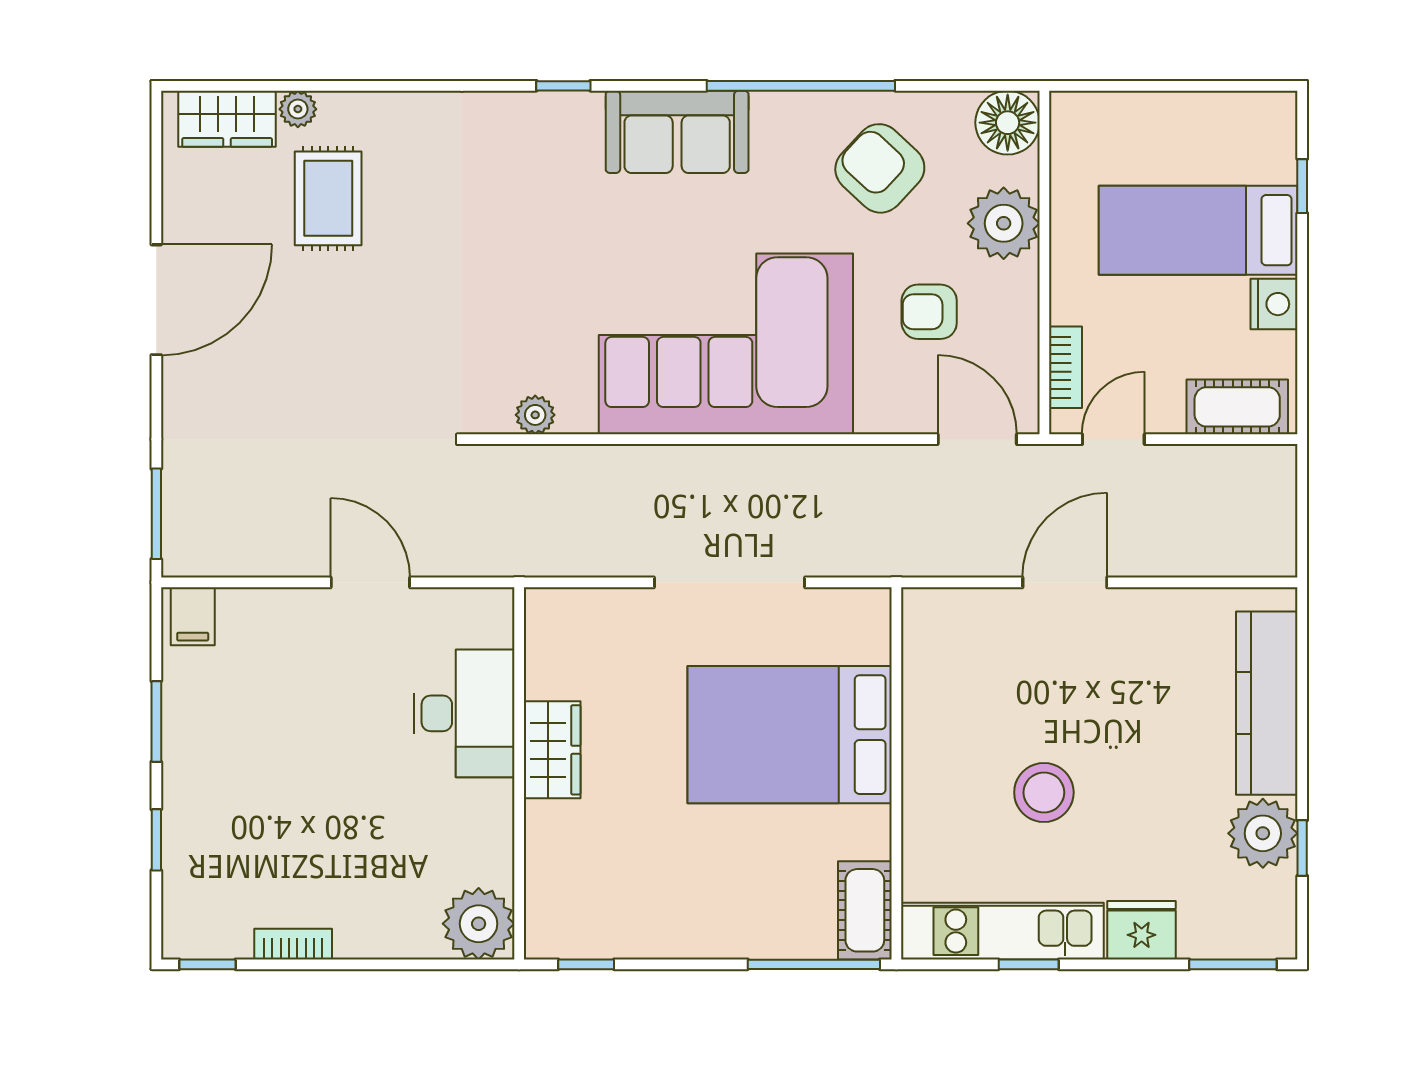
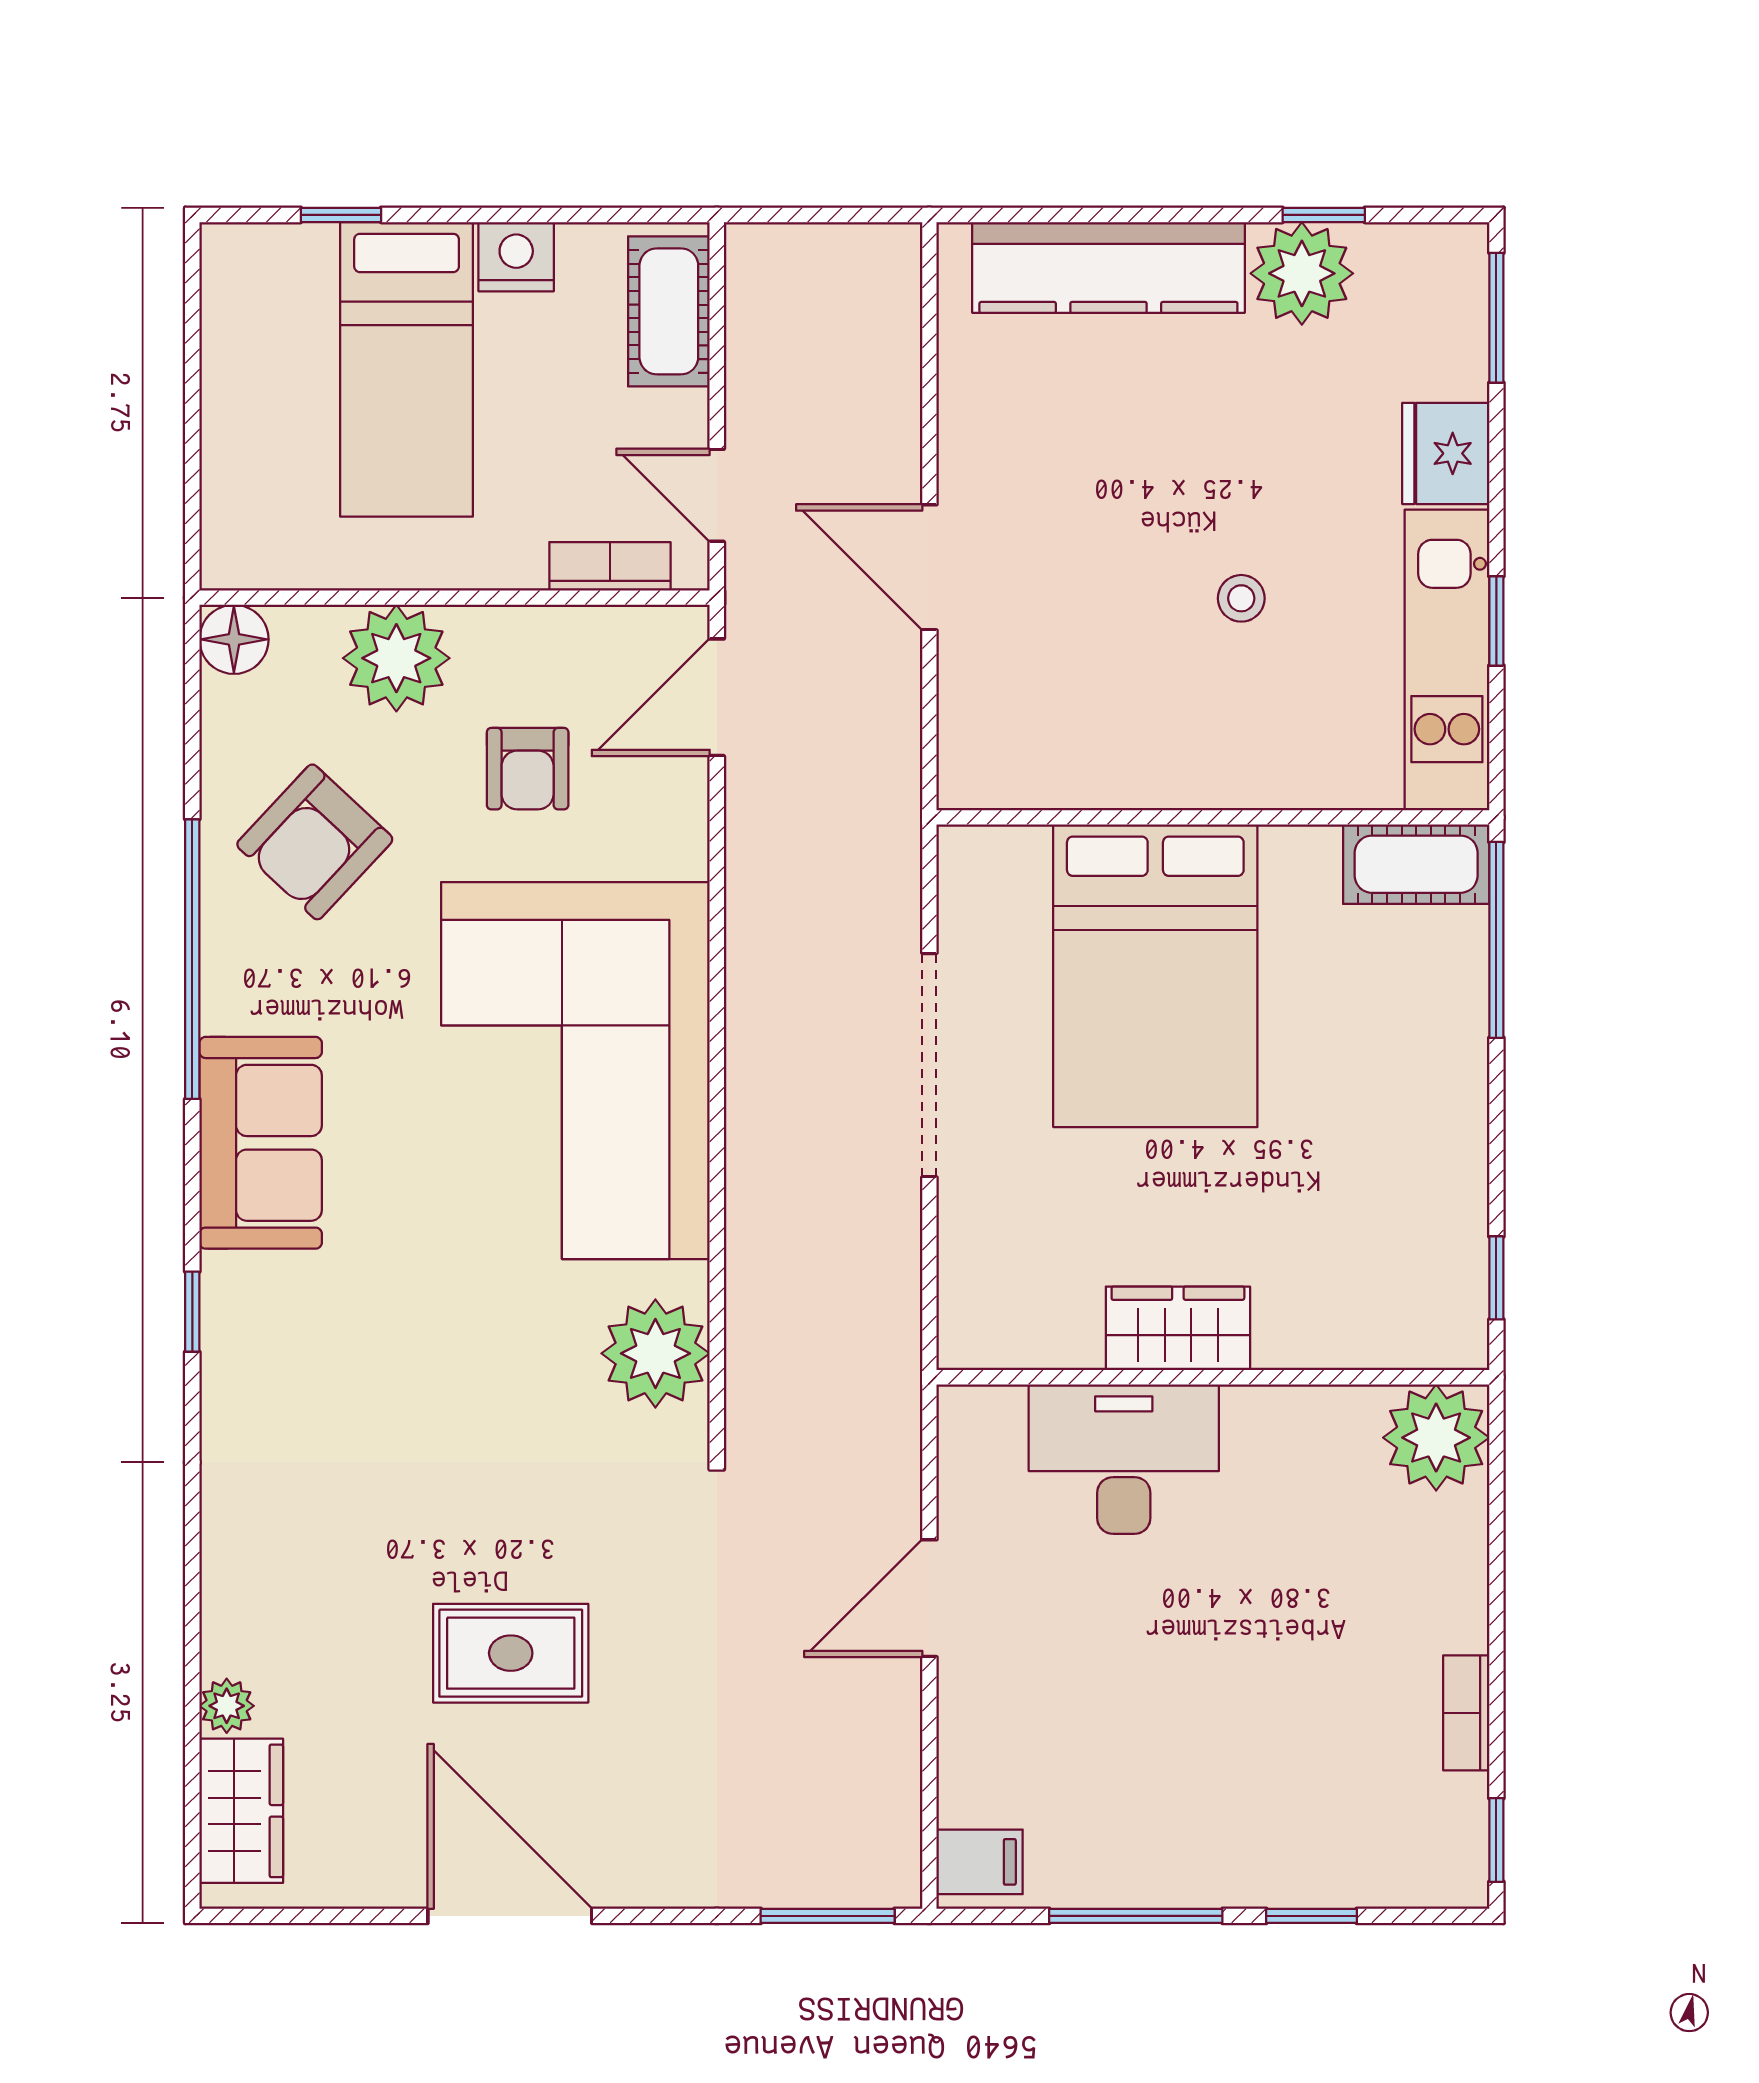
floor lamp: (1008, 123) -> (234, 639), width x0.73, depth x0.73
rug: (328, 198) -> (511, 1653), moved
plant: (535, 415) -> (655, 1353), width x1.88, depth x1.88
window: (156, 721) -> (1136, 1916), width x1.44
stool: (1044, 792) -> (1241, 598), width x0.53, depth x0.53

